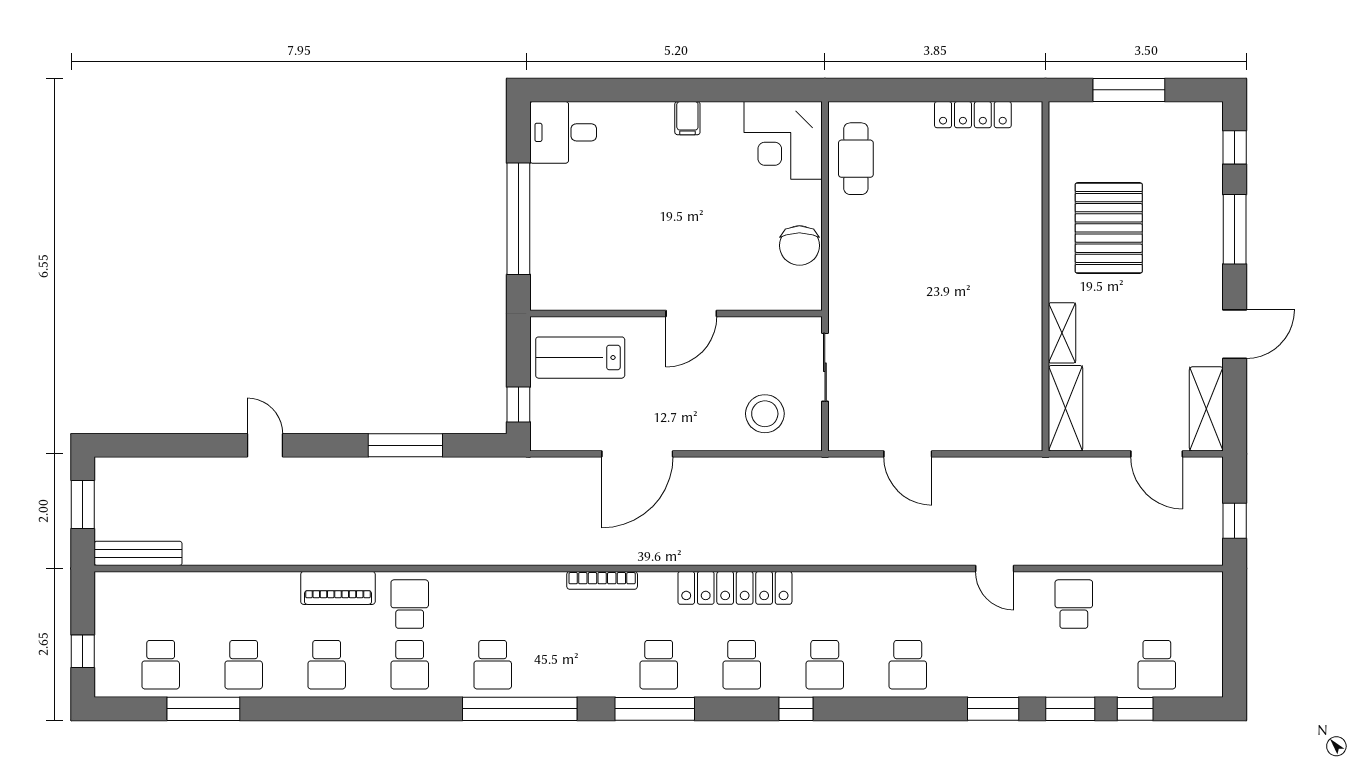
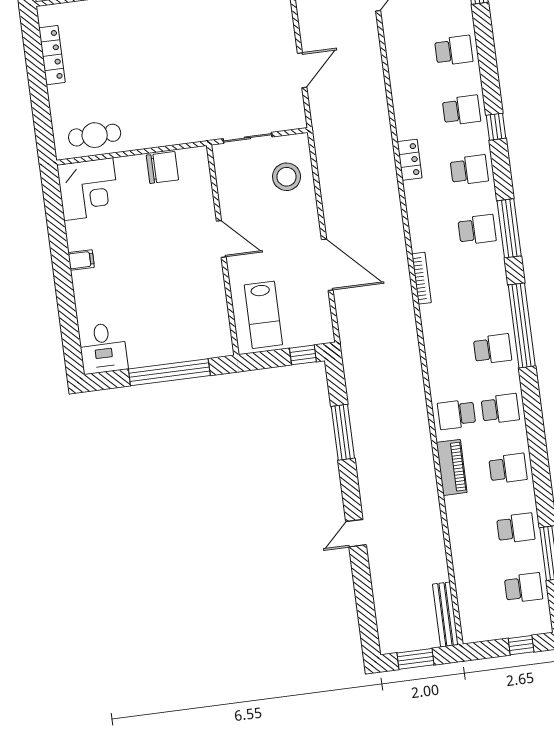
locker: (735, 588) -> (410, 160), width x0.46, depth x0.83

